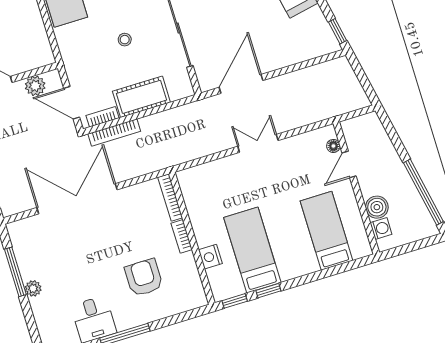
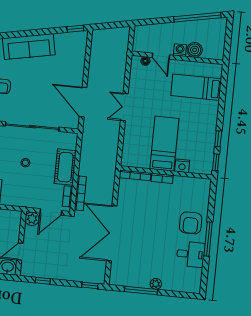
plant: (35, 86) -> (32, 219), moved
washing machine: (381, 228) -> (180, 50), moved
bed: (252, 250) -> (164, 144), moved, turned 90
armchair: (144, 278) -> (191, 223), moved, turned -90

